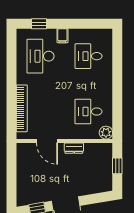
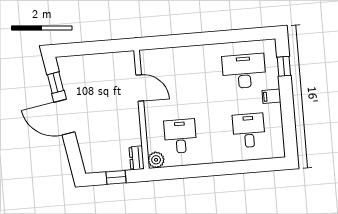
bookcase: (22, 108) -> (178, 53), removed
door: (47, 141) -> (140, 88), swing flipped
dresser: (74, 148) -> (137, 158), moved

